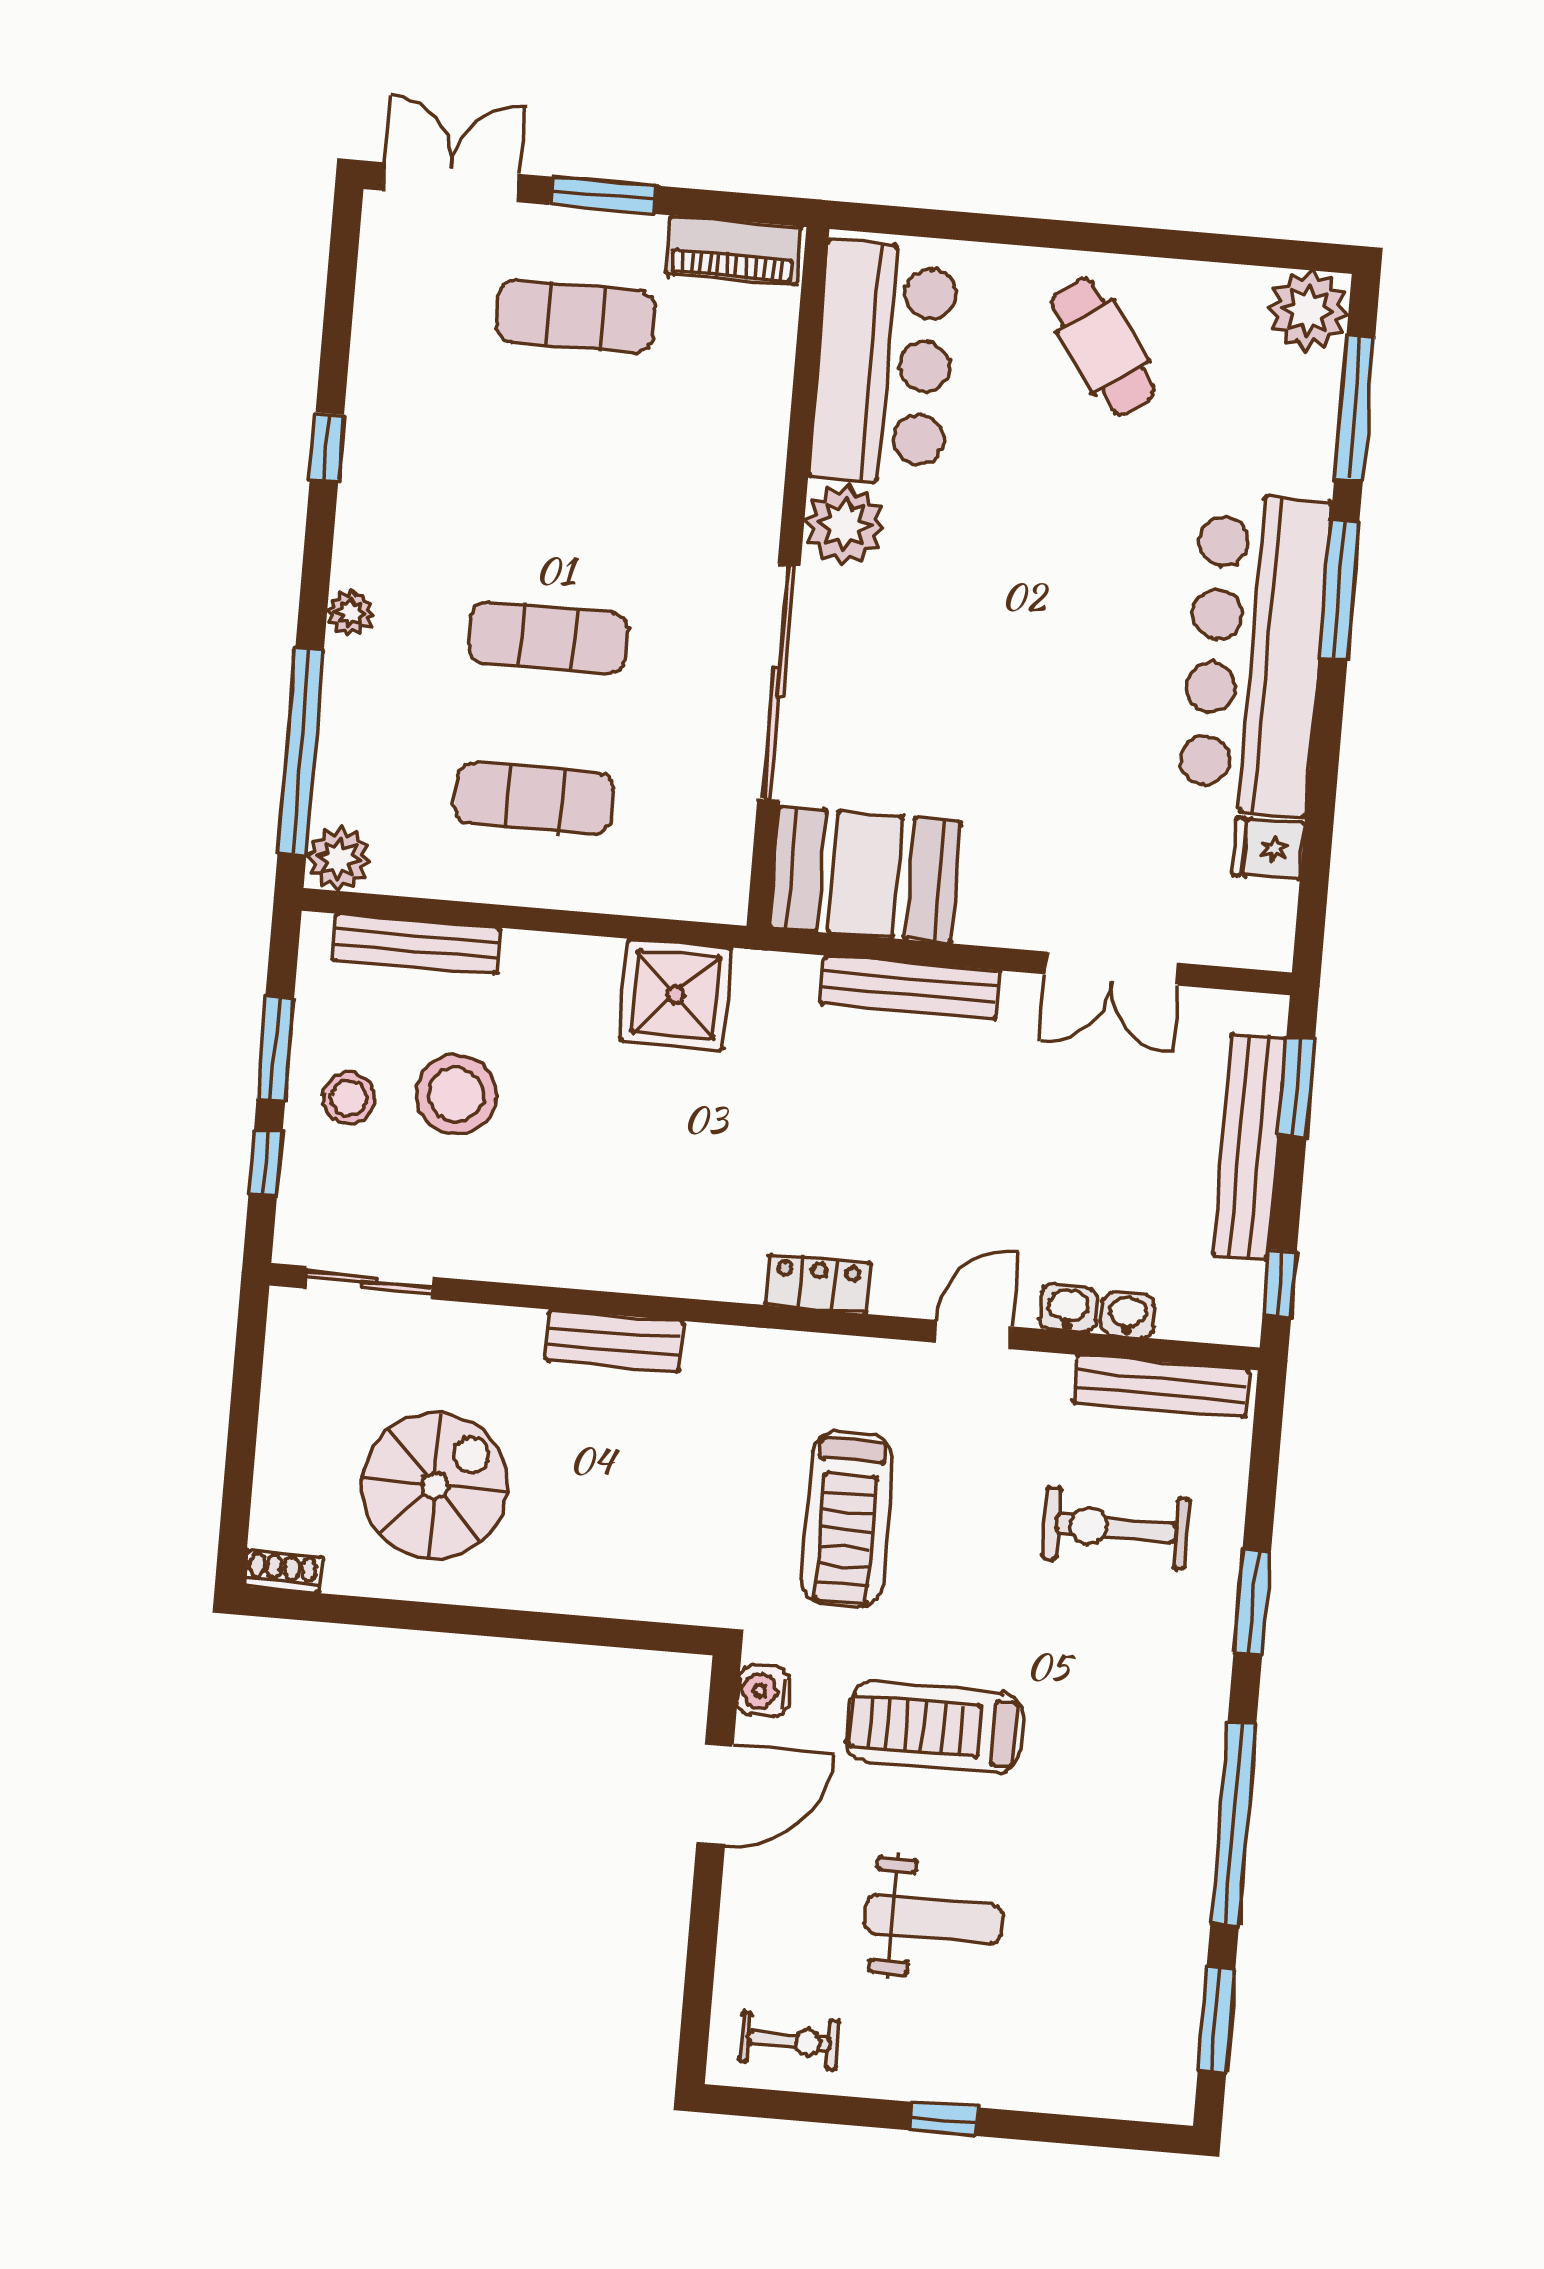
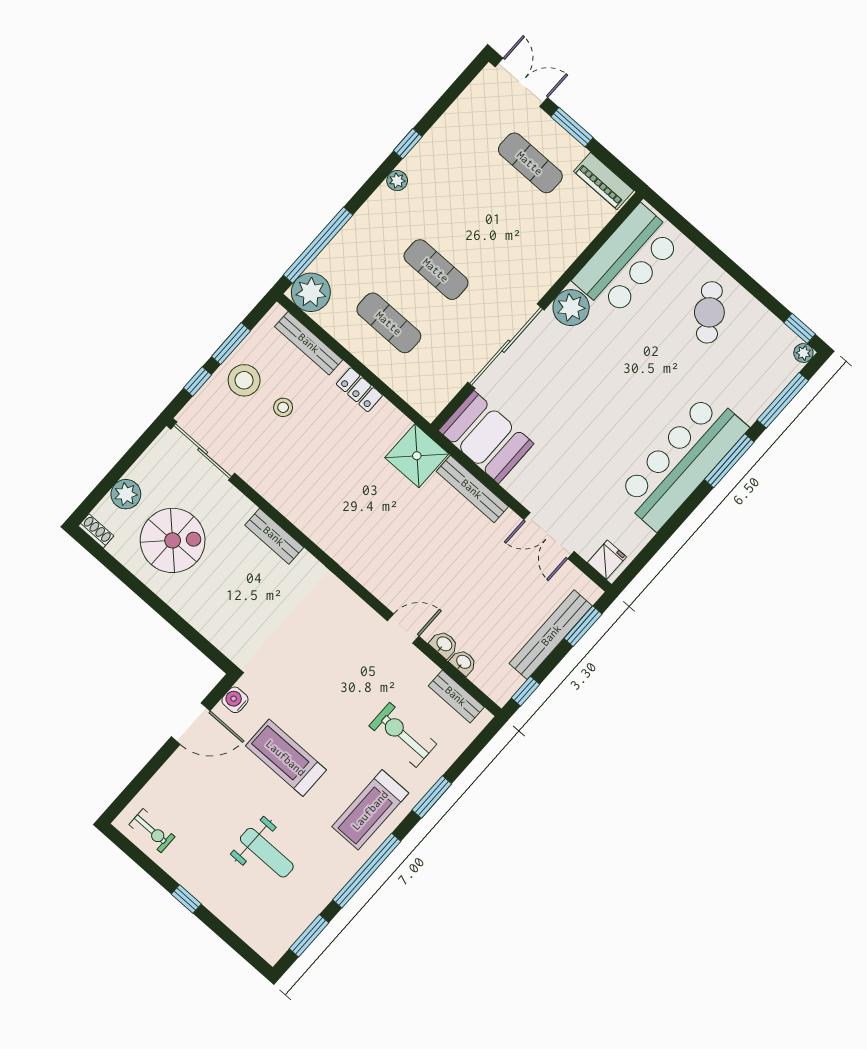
window: (1288, 254) -> (800, 328), added
plant: (1308, 311) -> (803, 353), width x0.53, depth x0.53
plant: (350, 613) -> (397, 181), moved
fridge: (1268, 849) -> (607, 560), moved, turned 90
plant: (339, 859) -> (311, 292), width x1.36, depth x1.36
shower: (676, 994) -> (417, 456), moved
stool: (456, 1095) -> (283, 407), width x0.53, depth x0.53
stool: (349, 1098) -> (244, 380), width x1.38, depth x1.38
sliding door: (369, 1283) -> (203, 451), width x1.37
locker: (818, 1284) -> (359, 390), moved, turned 180
bench: (1161, 1386) -> (456, 696), width x0.73
plant: (288, 1465) -> (126, 494), added
treadmill: (847, 1520) -> (370, 810), moved
weight bench: (934, 1919) -> (267, 853), moved

